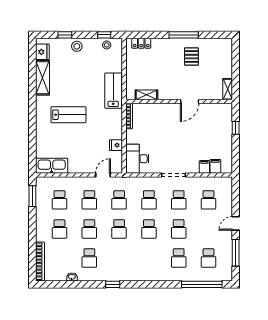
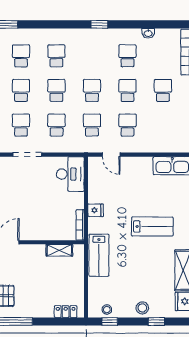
lab bench: (68, 115) -> (152, 227), turned 180
fridge: (116, 145) -> (96, 210), moved
door: (103, 175) -> (111, 155), hinge flipped
school desk: (59, 200) -> (56, 56), moved

